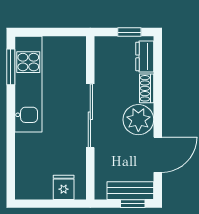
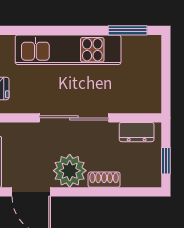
dresser: (145, 56) -> (137, 132), moved, turned 180
kitchen unit: (28, 84) -> (68, 50), moved

